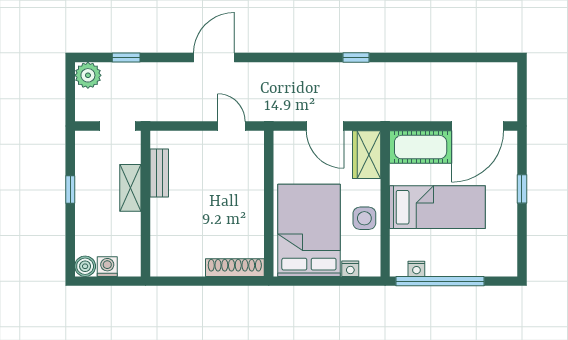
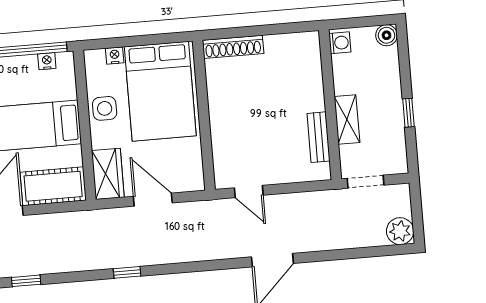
window: (126, 58) -> (26, 281), moved
washing machine: (107, 267) -> (340, 43), moved, turned -90

